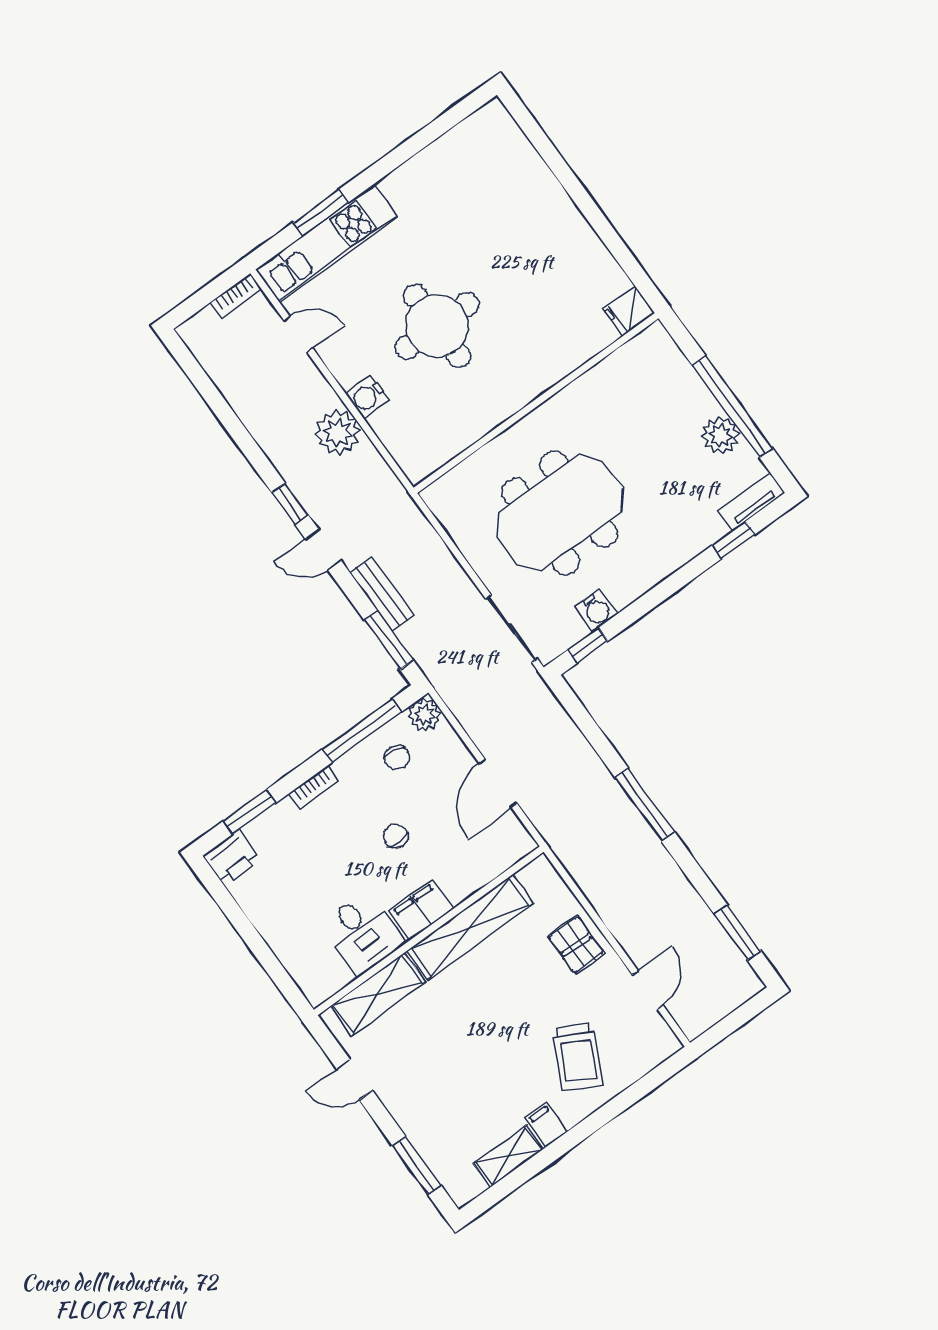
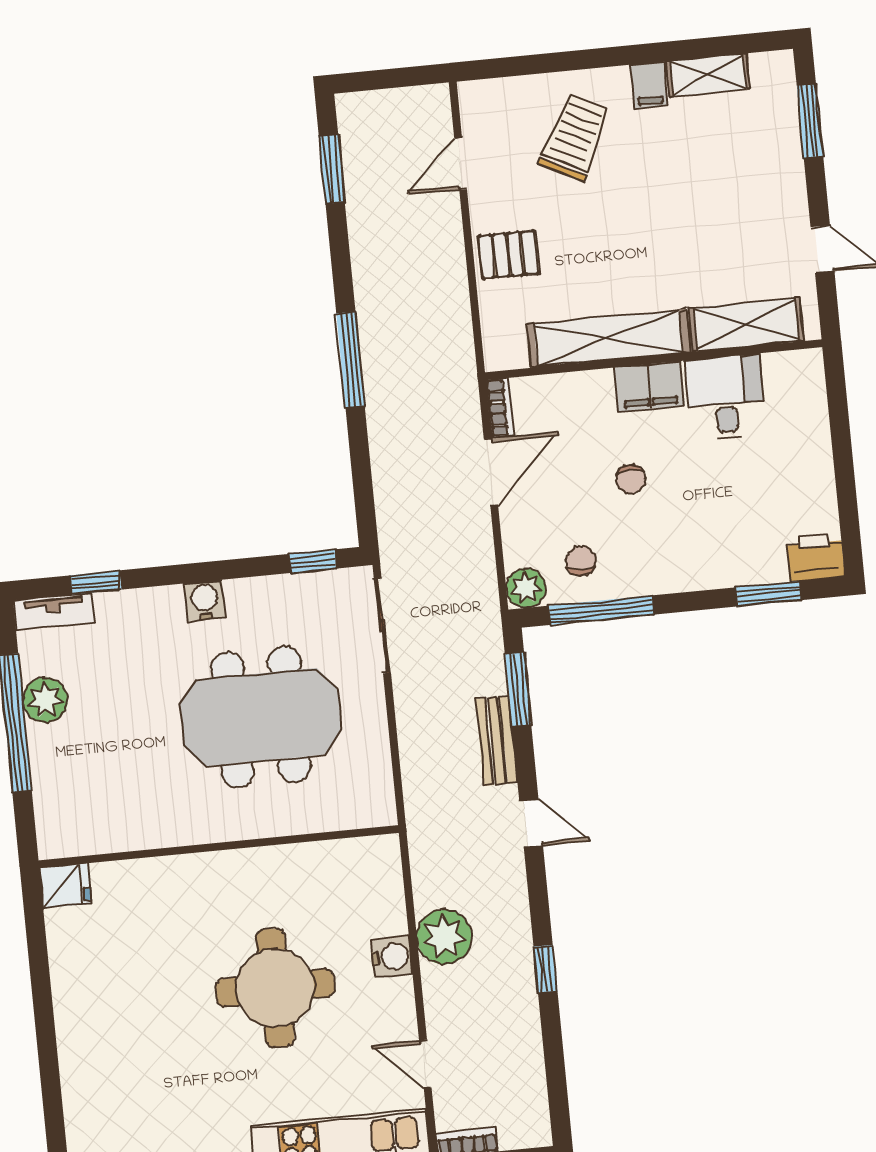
window: (290, 504) -> (545, 969), moved
water cooler: (596, 610) -> (205, 601), moved
bookcase: (314, 787) -> (500, 408), moved, turned 90
pallet: (576, 945) -> (508, 255), turned 90

